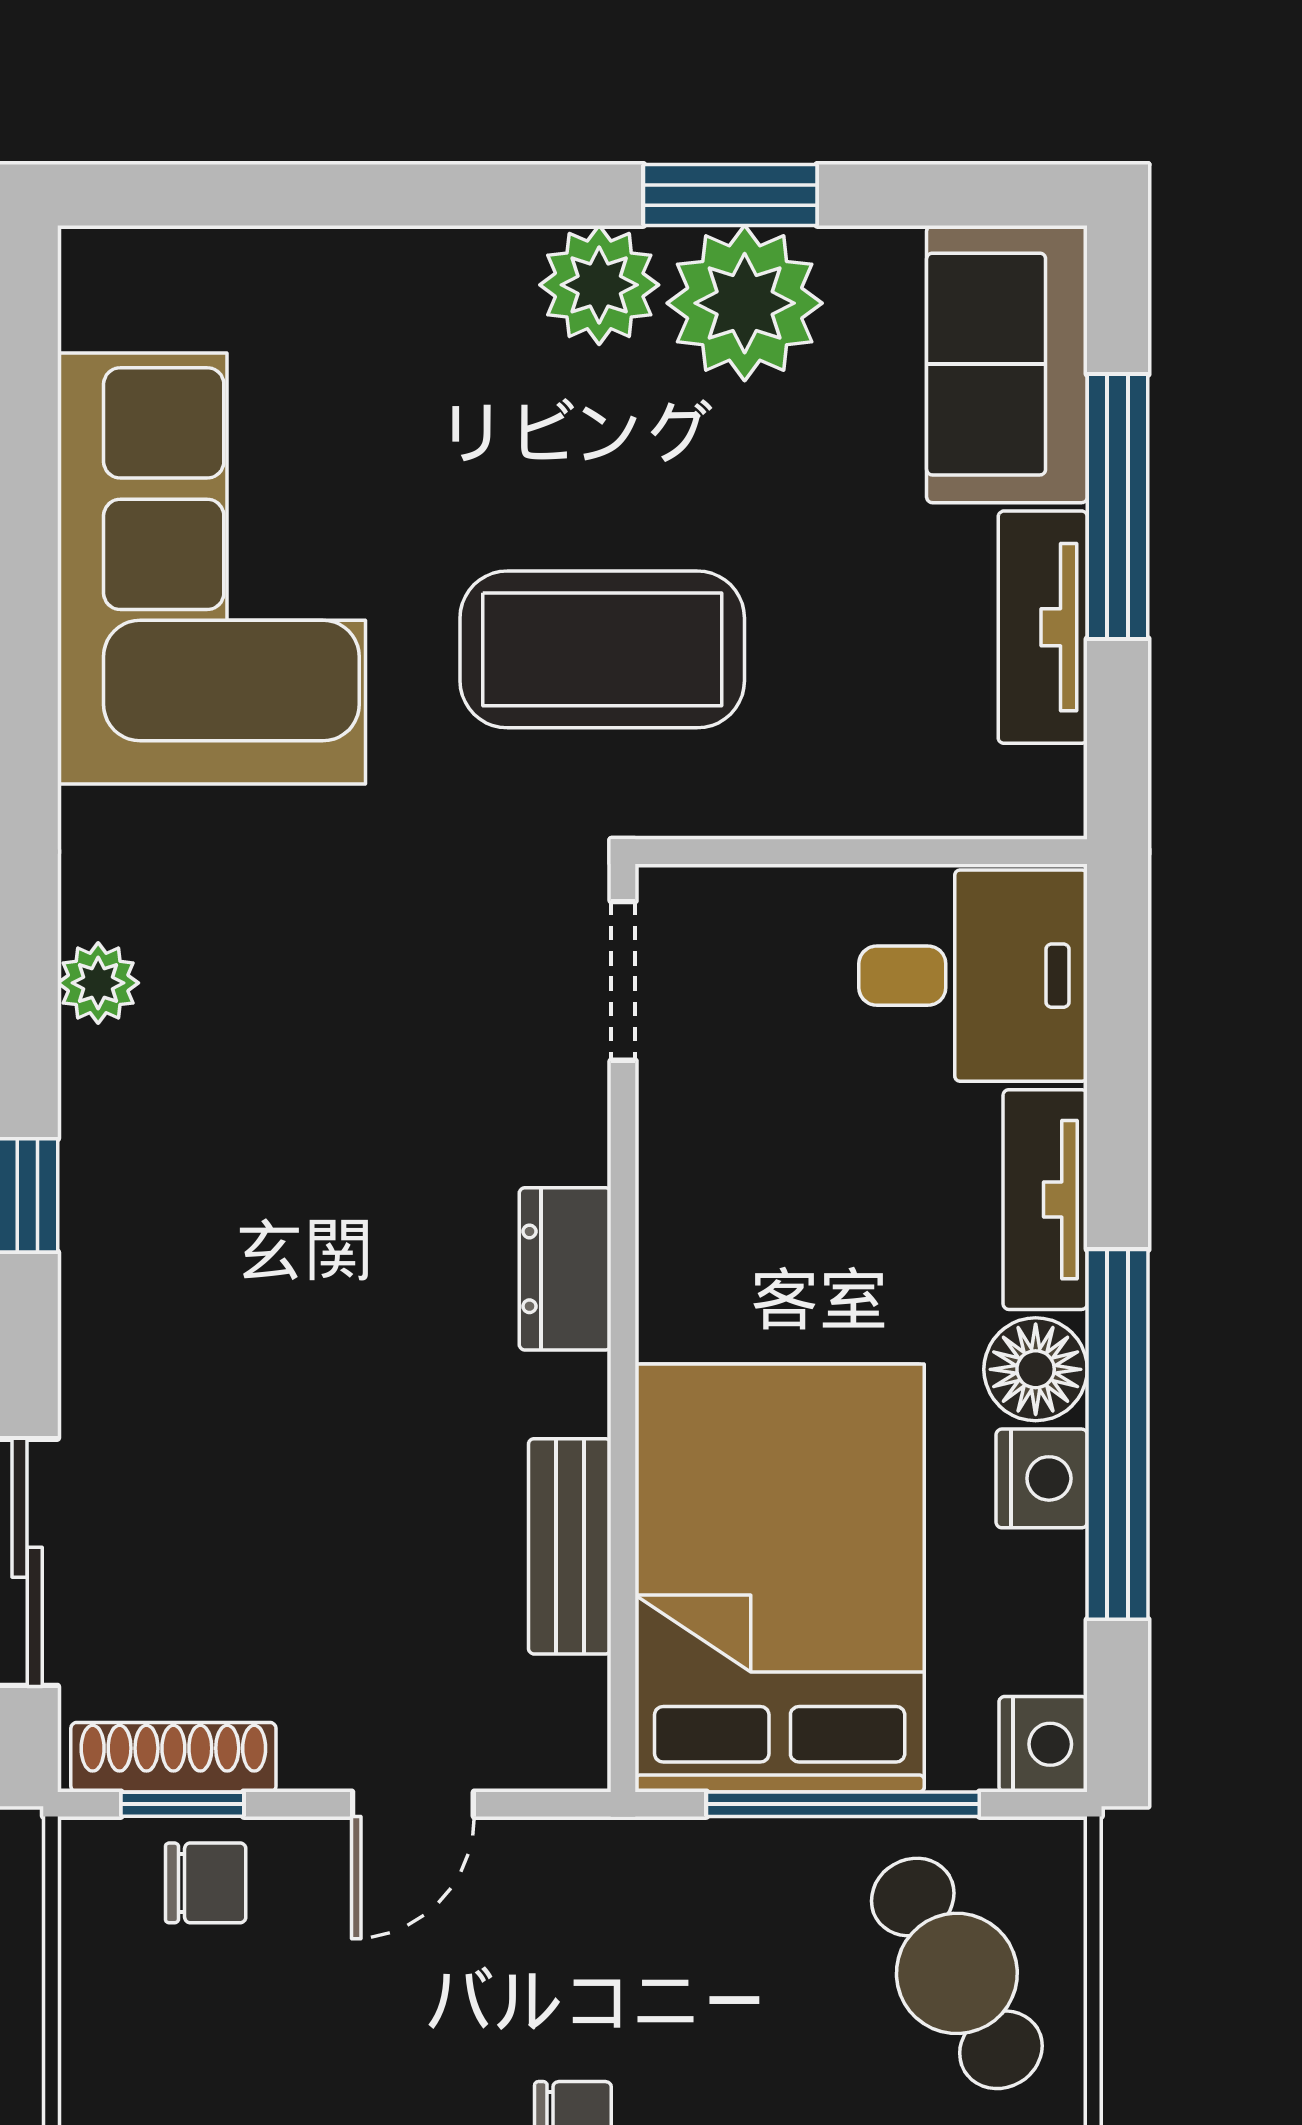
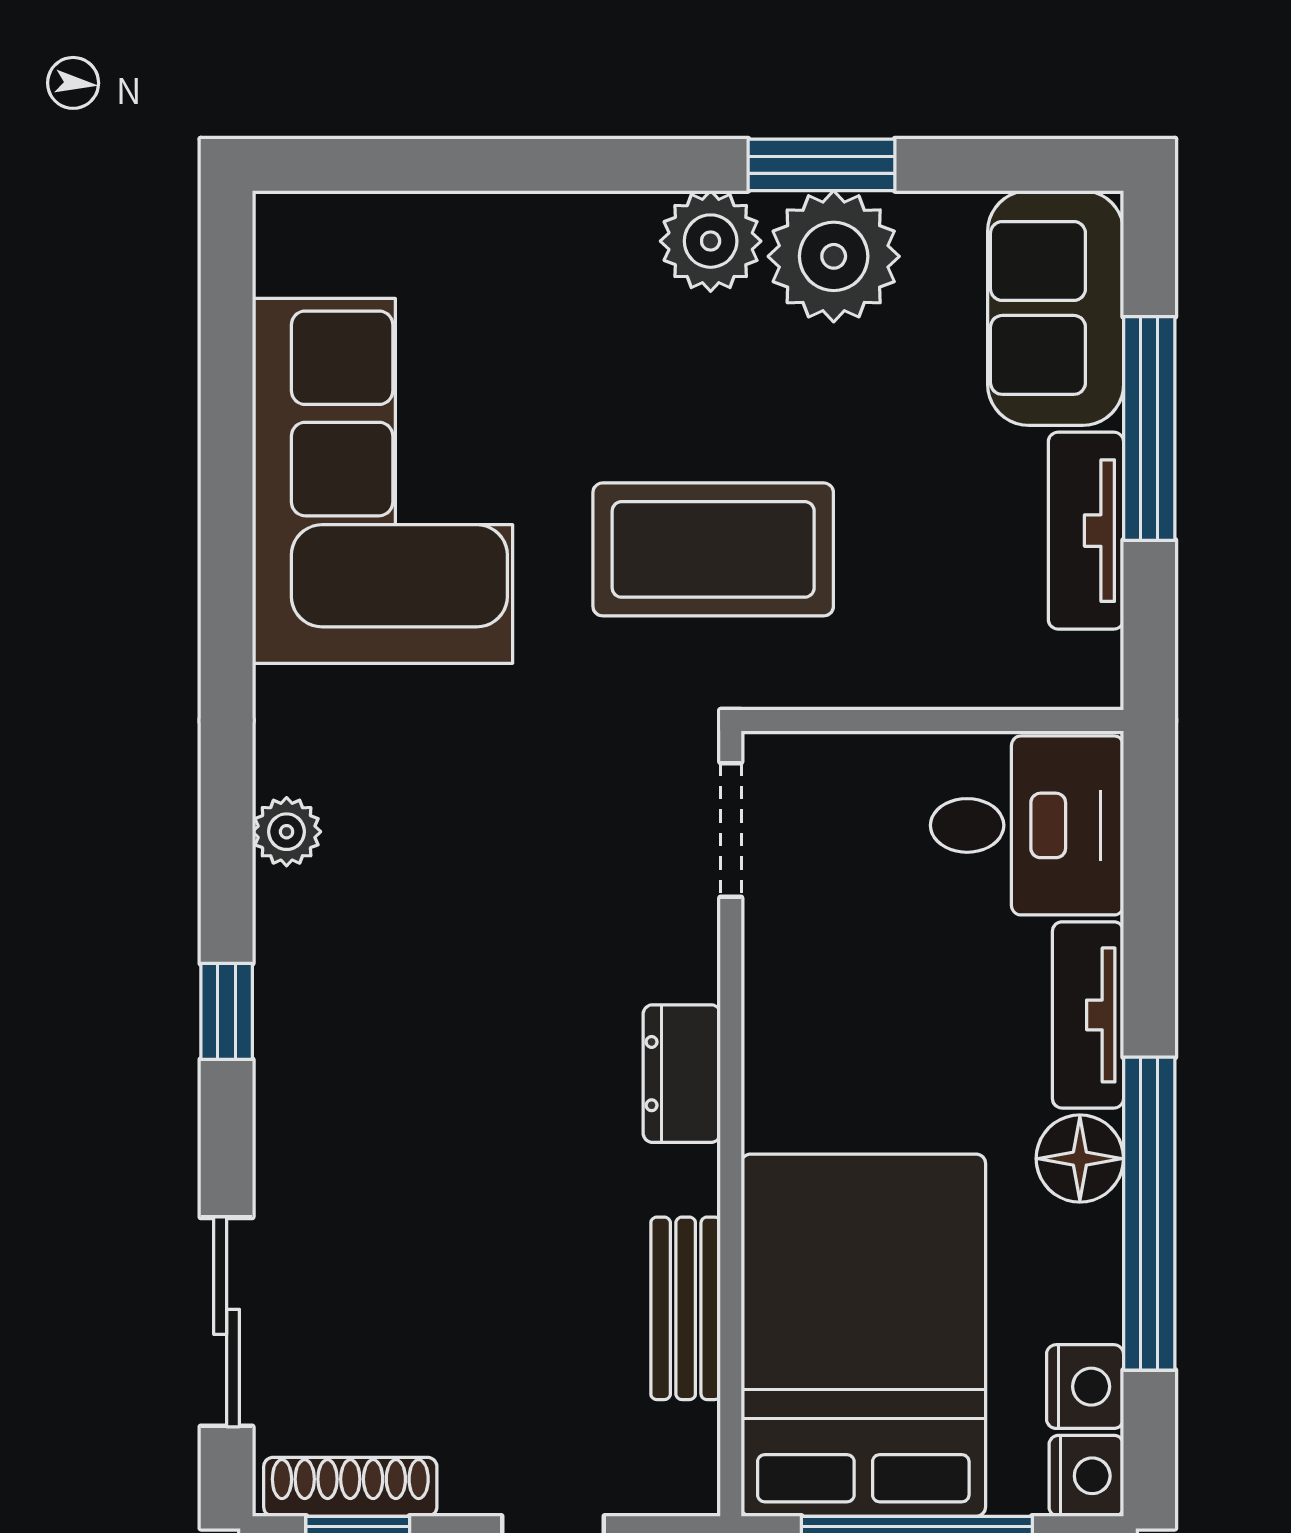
nightstand: (1042, 1478) -> (1085, 1387), moved

